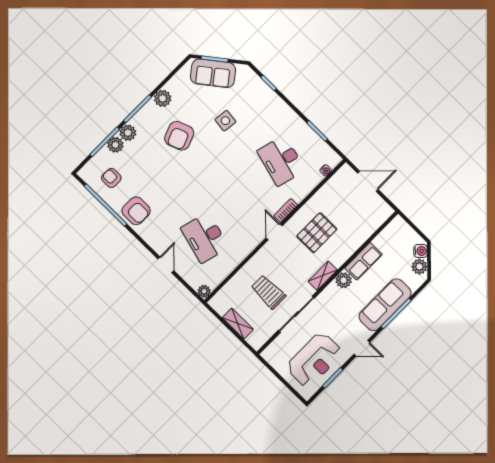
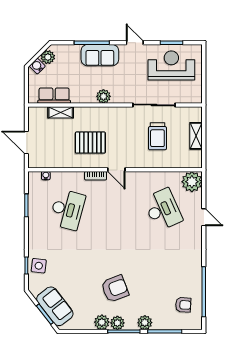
side table: (225, 121) -> (39, 266), moved
plant: (115, 145) -> (117, 323), moved
armchair: (111, 178) -> (183, 305), turned -87
armchair: (136, 211) -> (188, 269), removed
door: (274, 232) -> (116, 170), hinge flipped
desk: (205, 238) -> (163, 210), turned -39
row of seats: (363, 261) -> (54, 96), moved
door: (166, 265) -> (204, 217), swing flipped
shelving: (323, 276) -> (61, 112), moved
plant: (204, 291) -> (192, 182), width x1.87, depth x1.87
sofa: (385, 305) -> (100, 55), width x0.73

